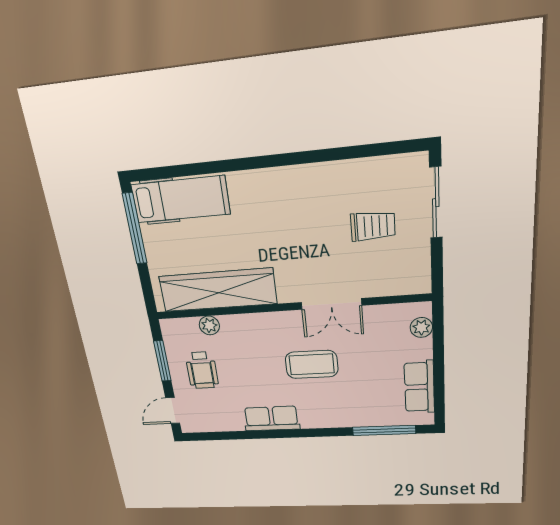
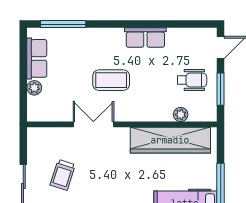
trolley: (373, 226) -> (63, 175), turned -72
plant: (421, 327) -> (34, 88), moved
wheelchair: (202, 370) -> (192, 80), turned 90

